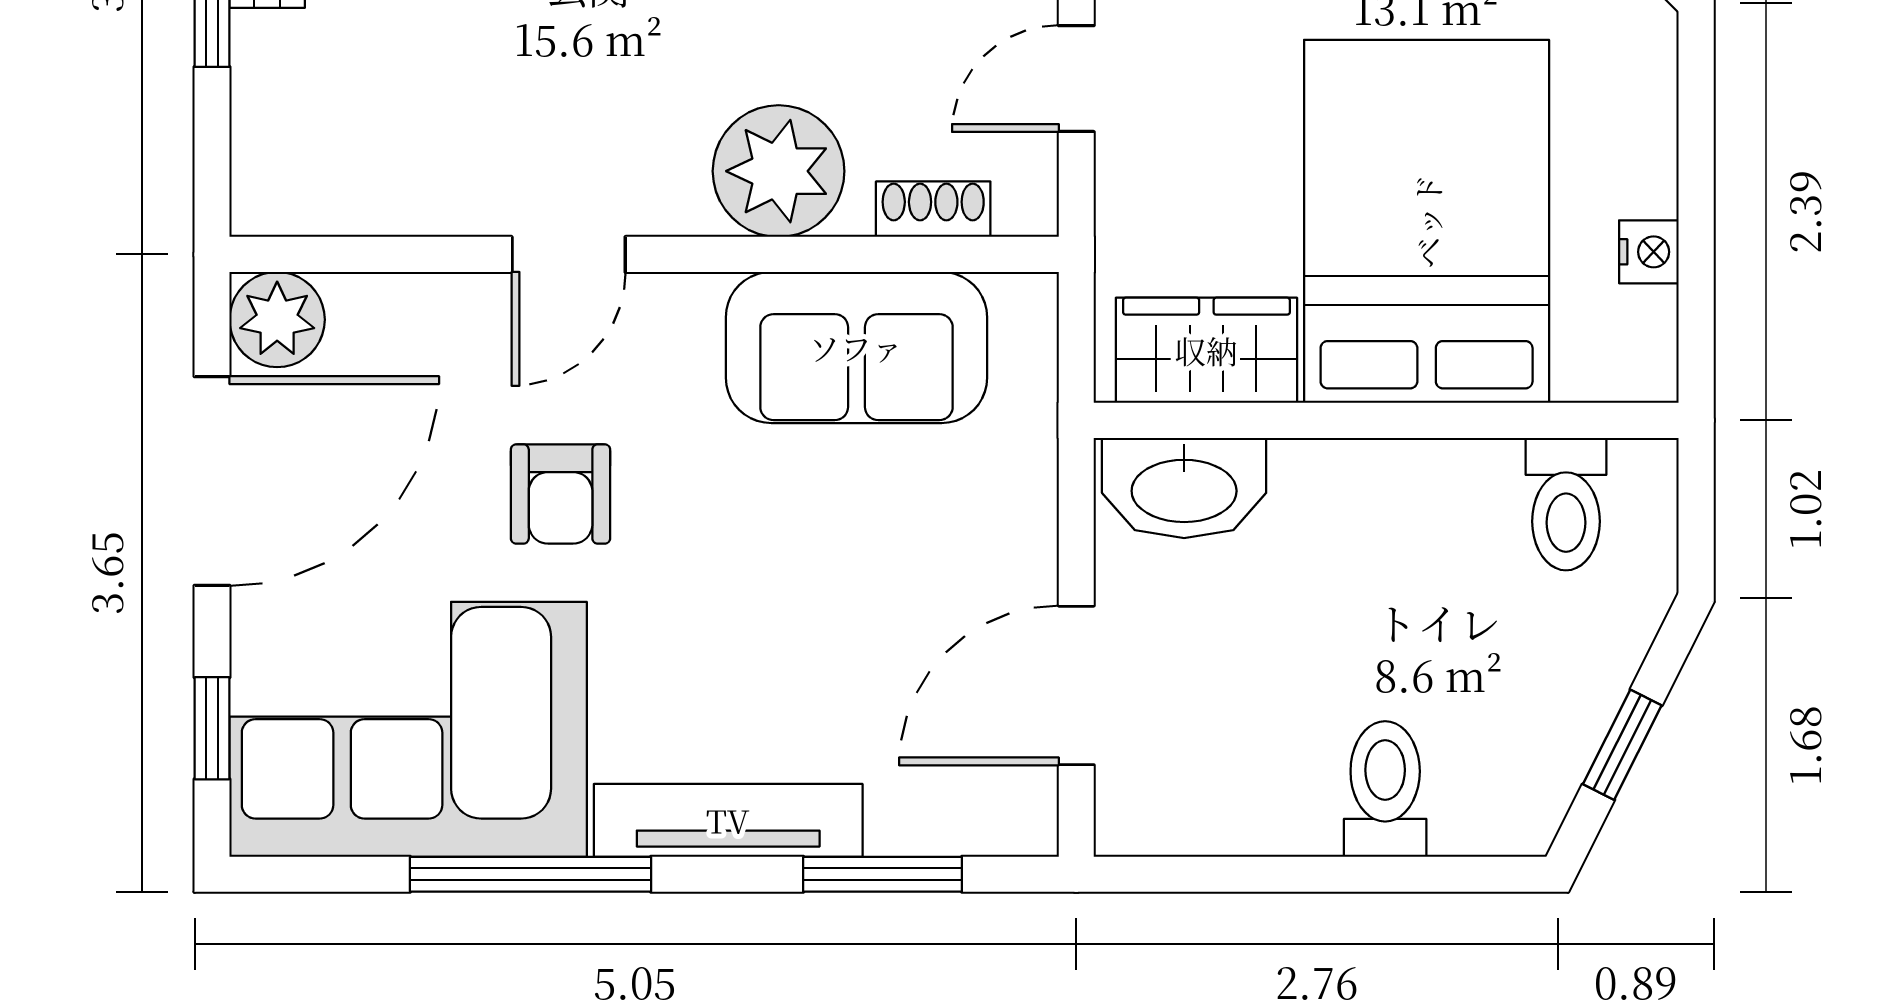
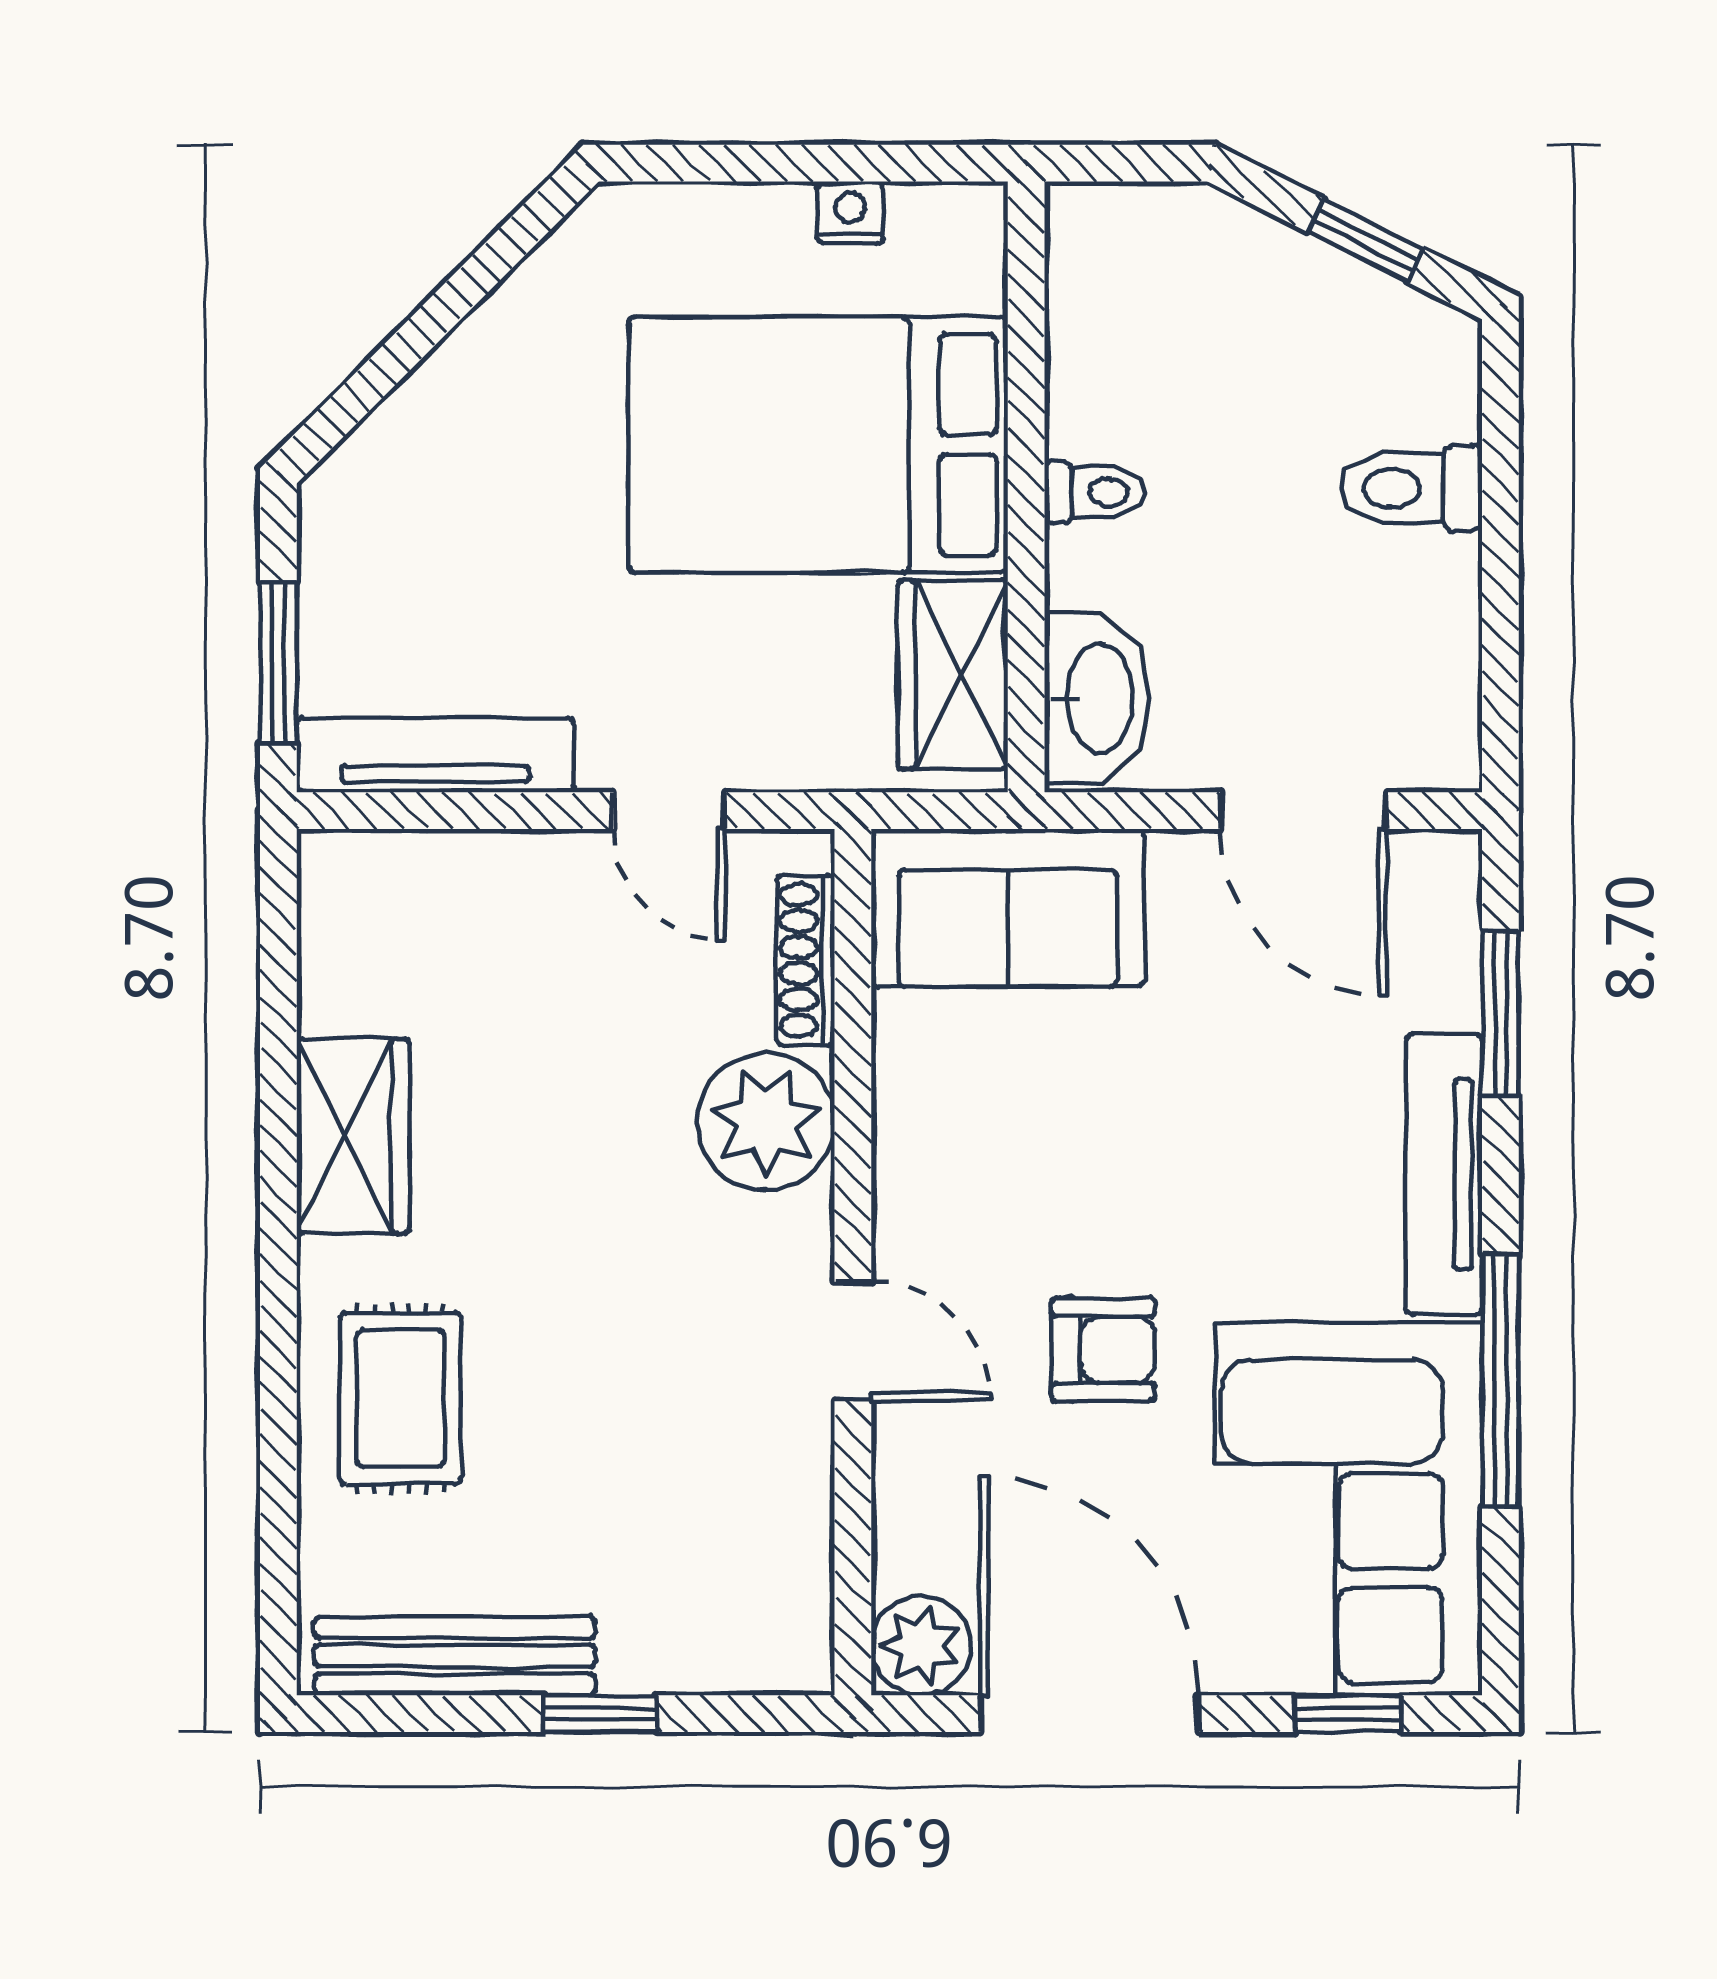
shoe rack: (933, 209) -> (806, 960), width x1.43
sofa: (856, 347) -> (1008, 908), moved, turned 90
toilet: (1566, 504) -> (1094, 492), moved, width x0.73, depth x0.72

